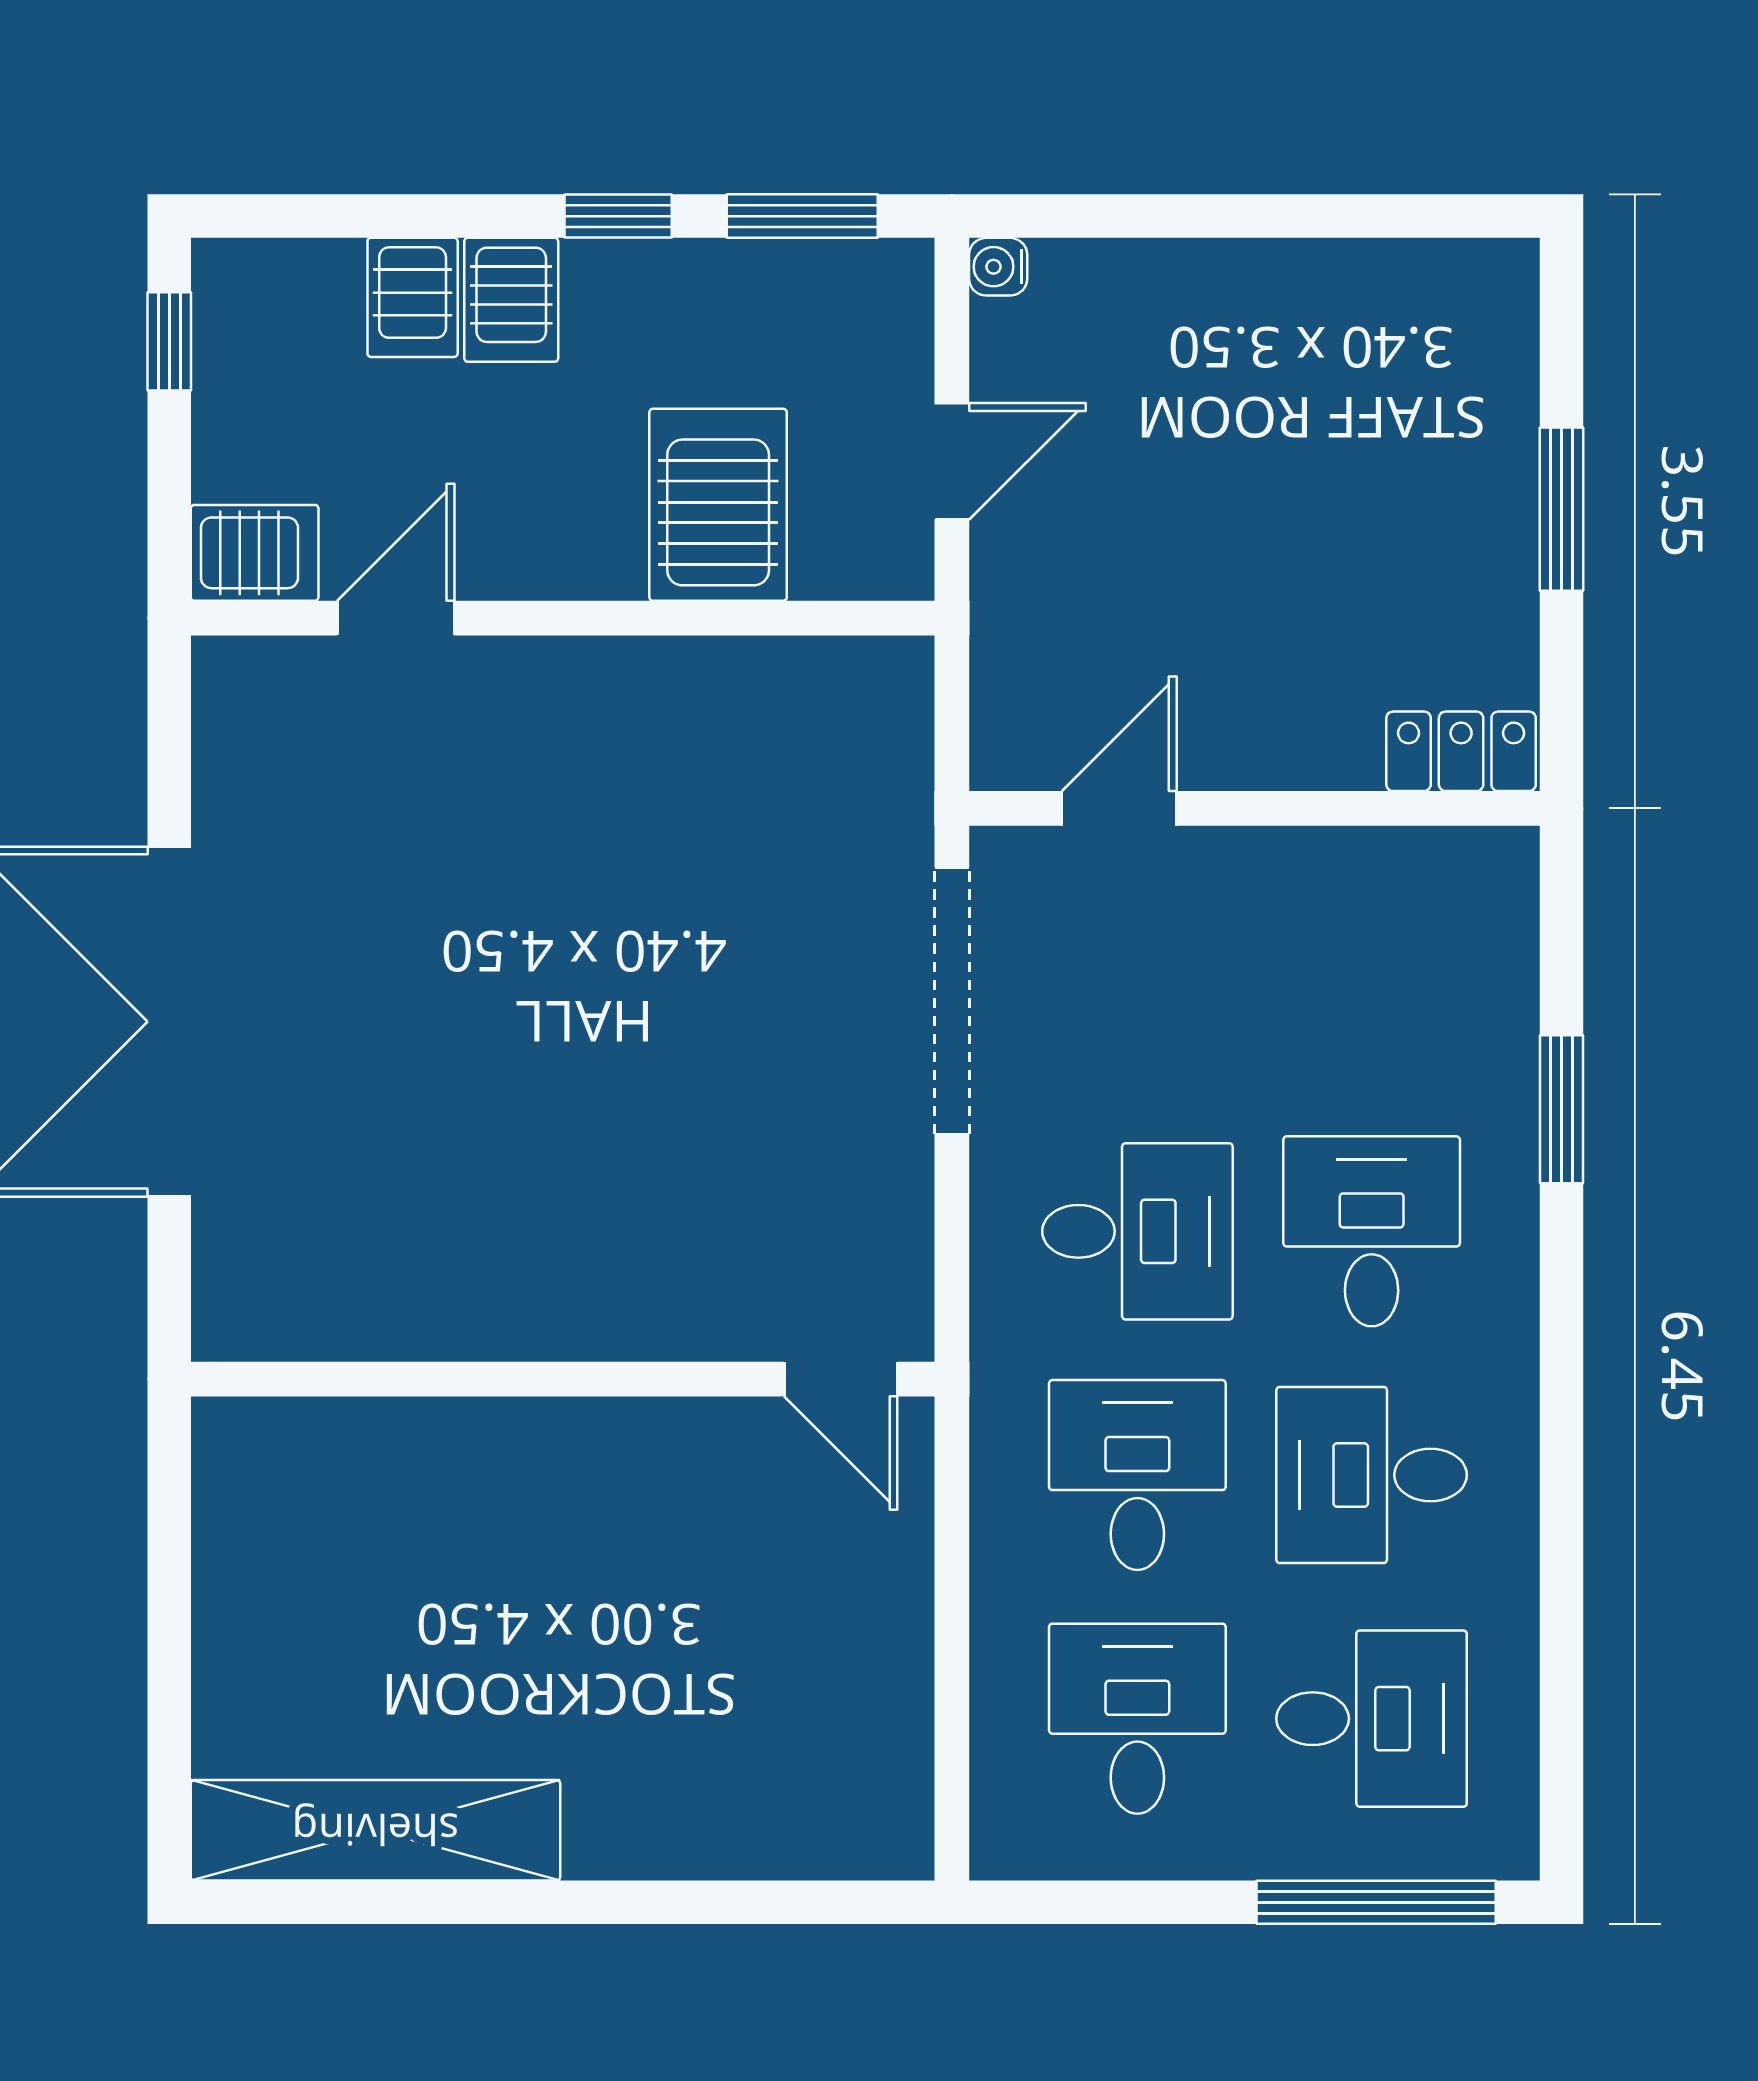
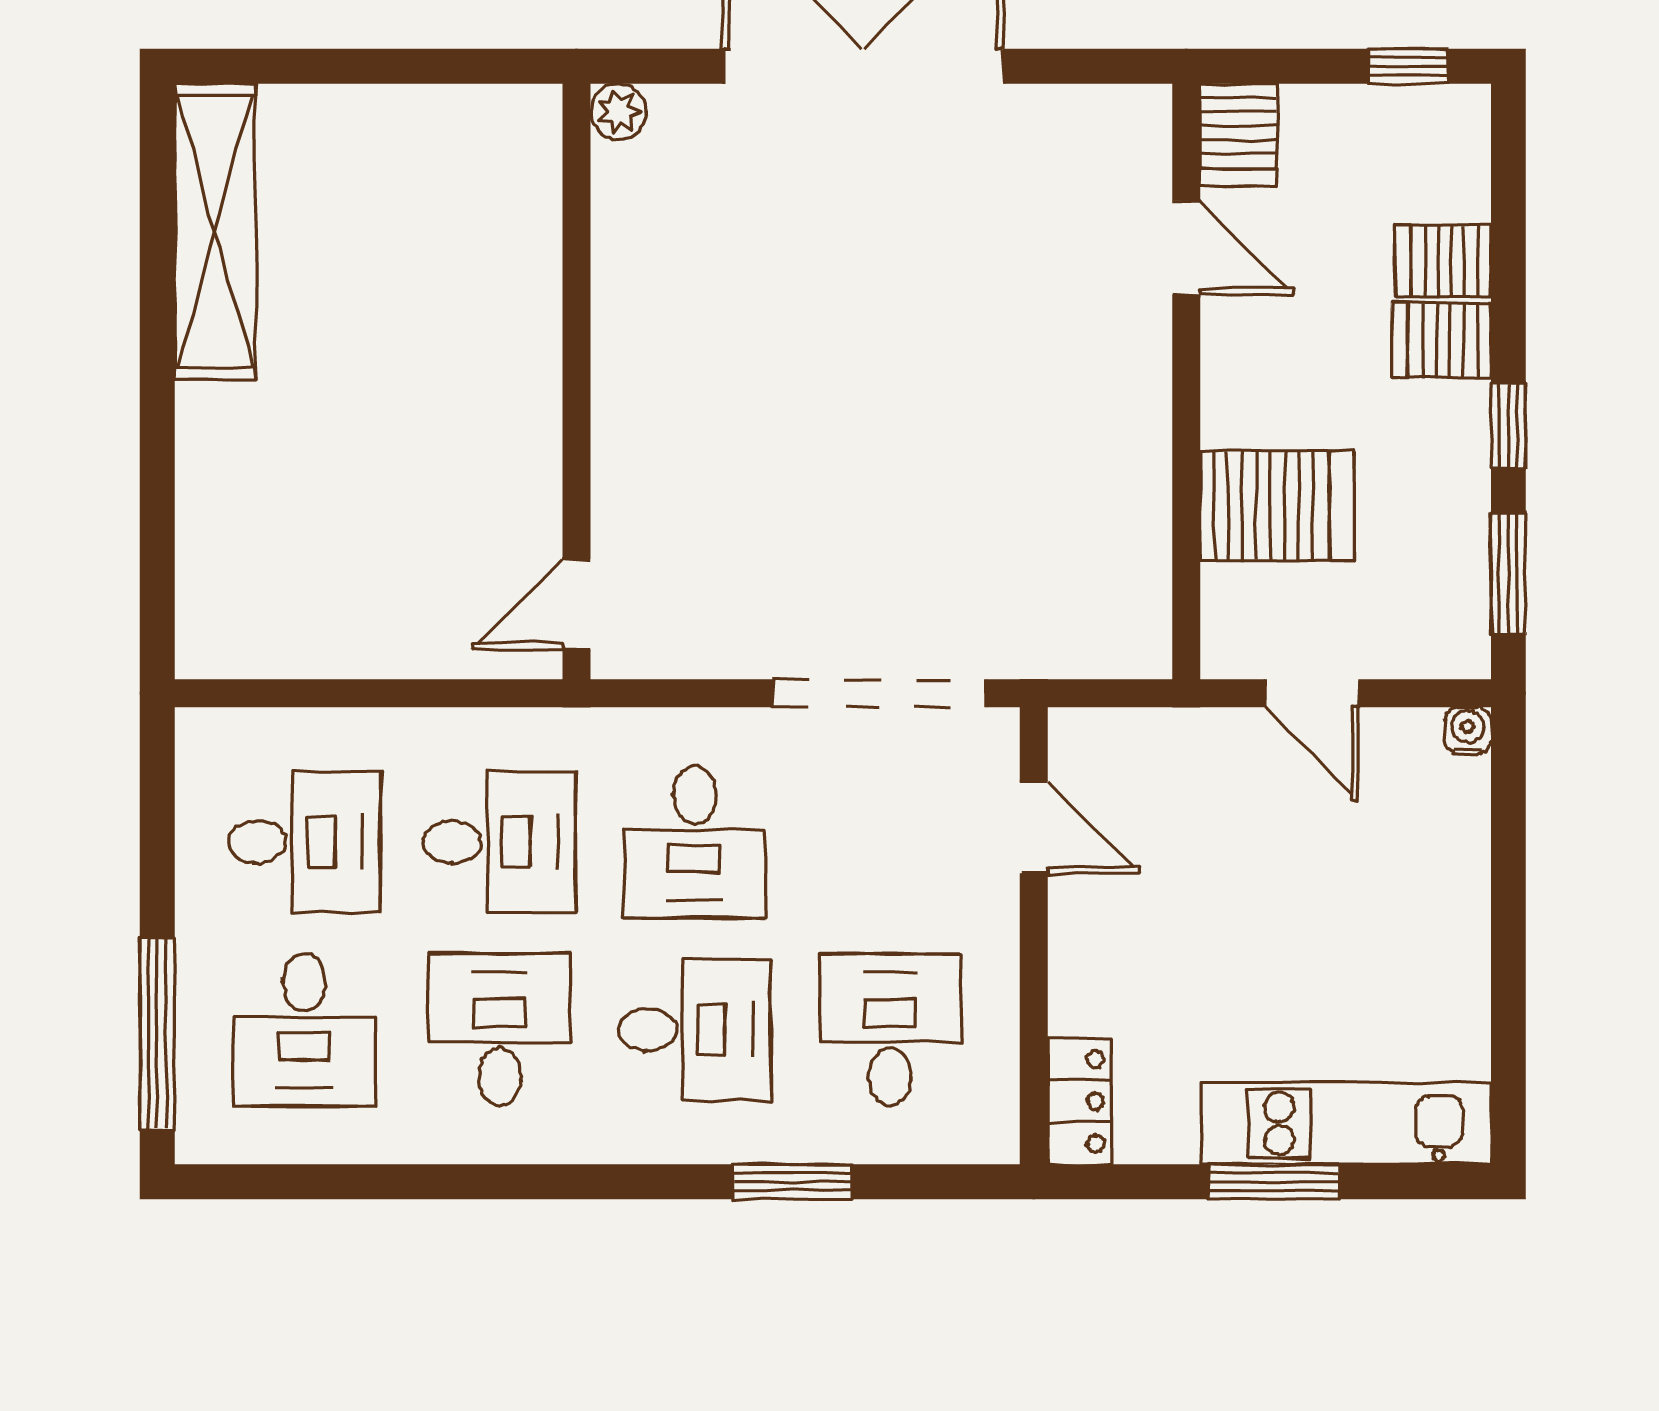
kitchen unit: (1489, 419) -> (1346, 1124), added
desk: (1372, 988) -> (890, 1030), added
plant: (226, 1327) -> (618, 112), added

